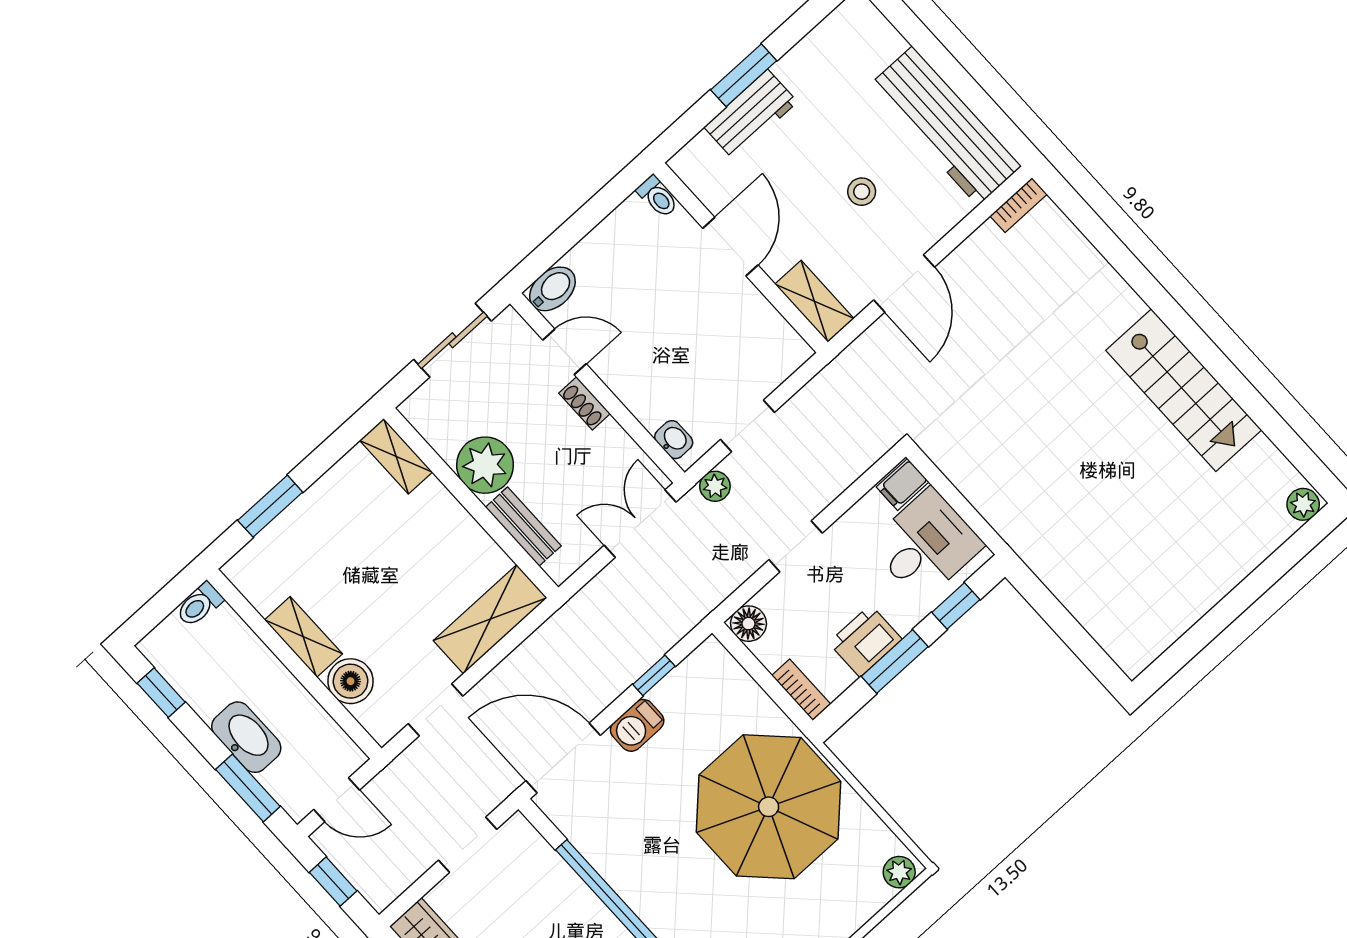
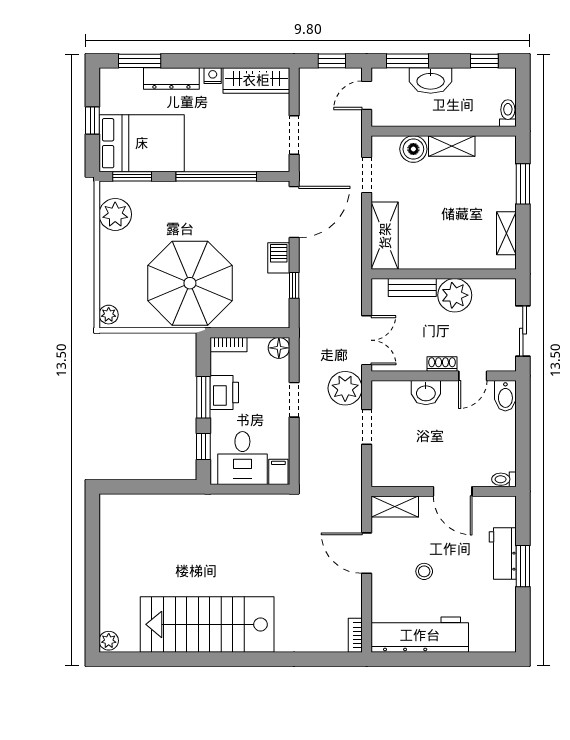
stairs: (1184, 390) -> (207, 624), width x1.36, depth x1.51
washbasin: (674, 440) -> (426, 393), moved, width x1.38, depth x1.45
shelving: (396, 456) -> (506, 233), moved, turned 90
plant: (715, 486) -> (345, 388), width x1.87, depth x1.87

